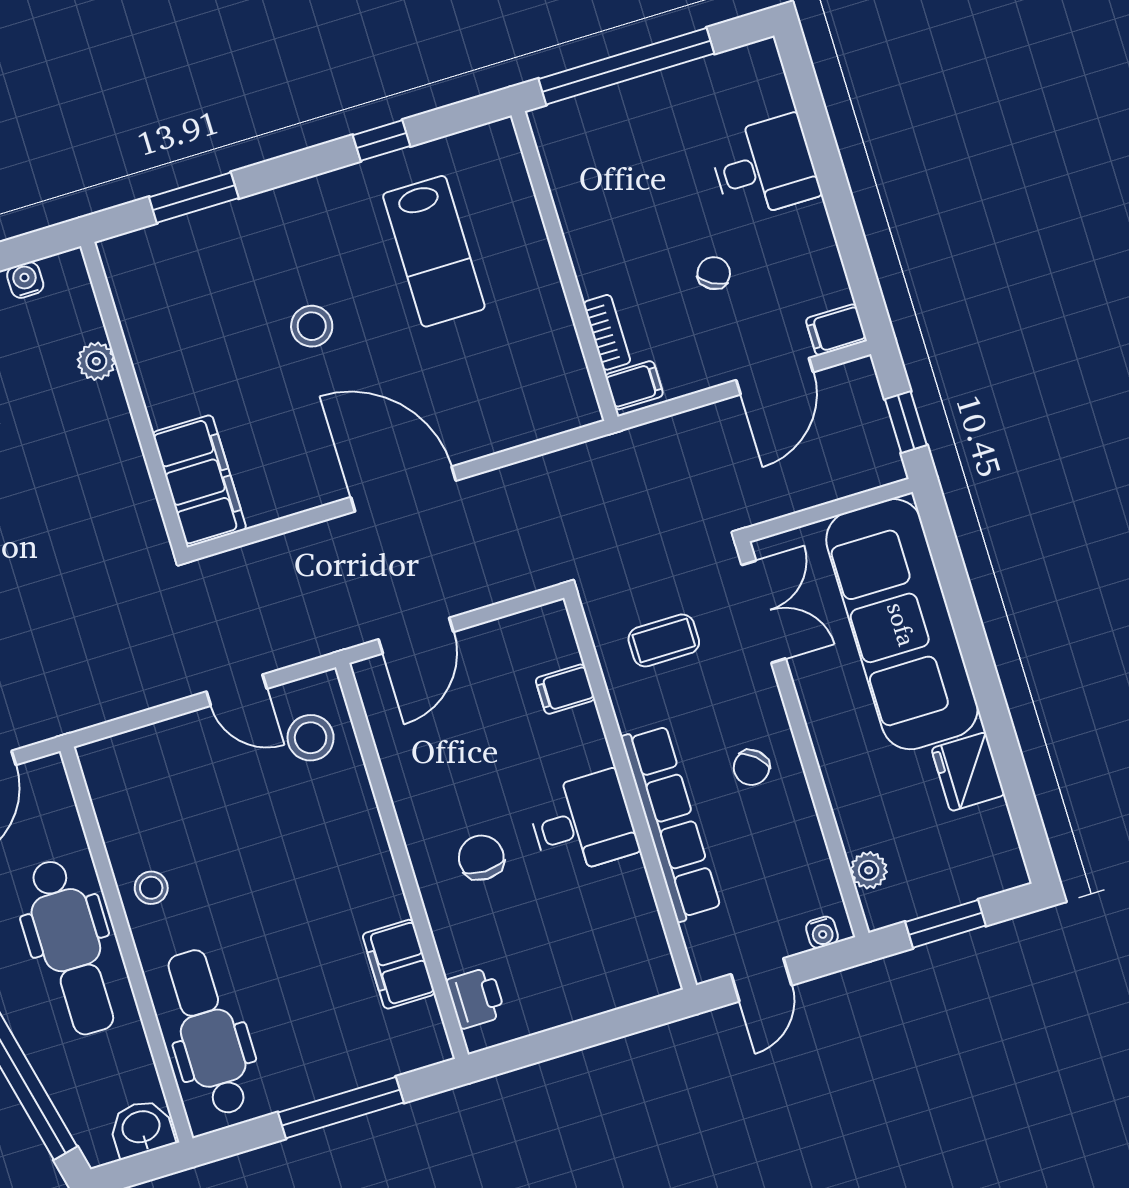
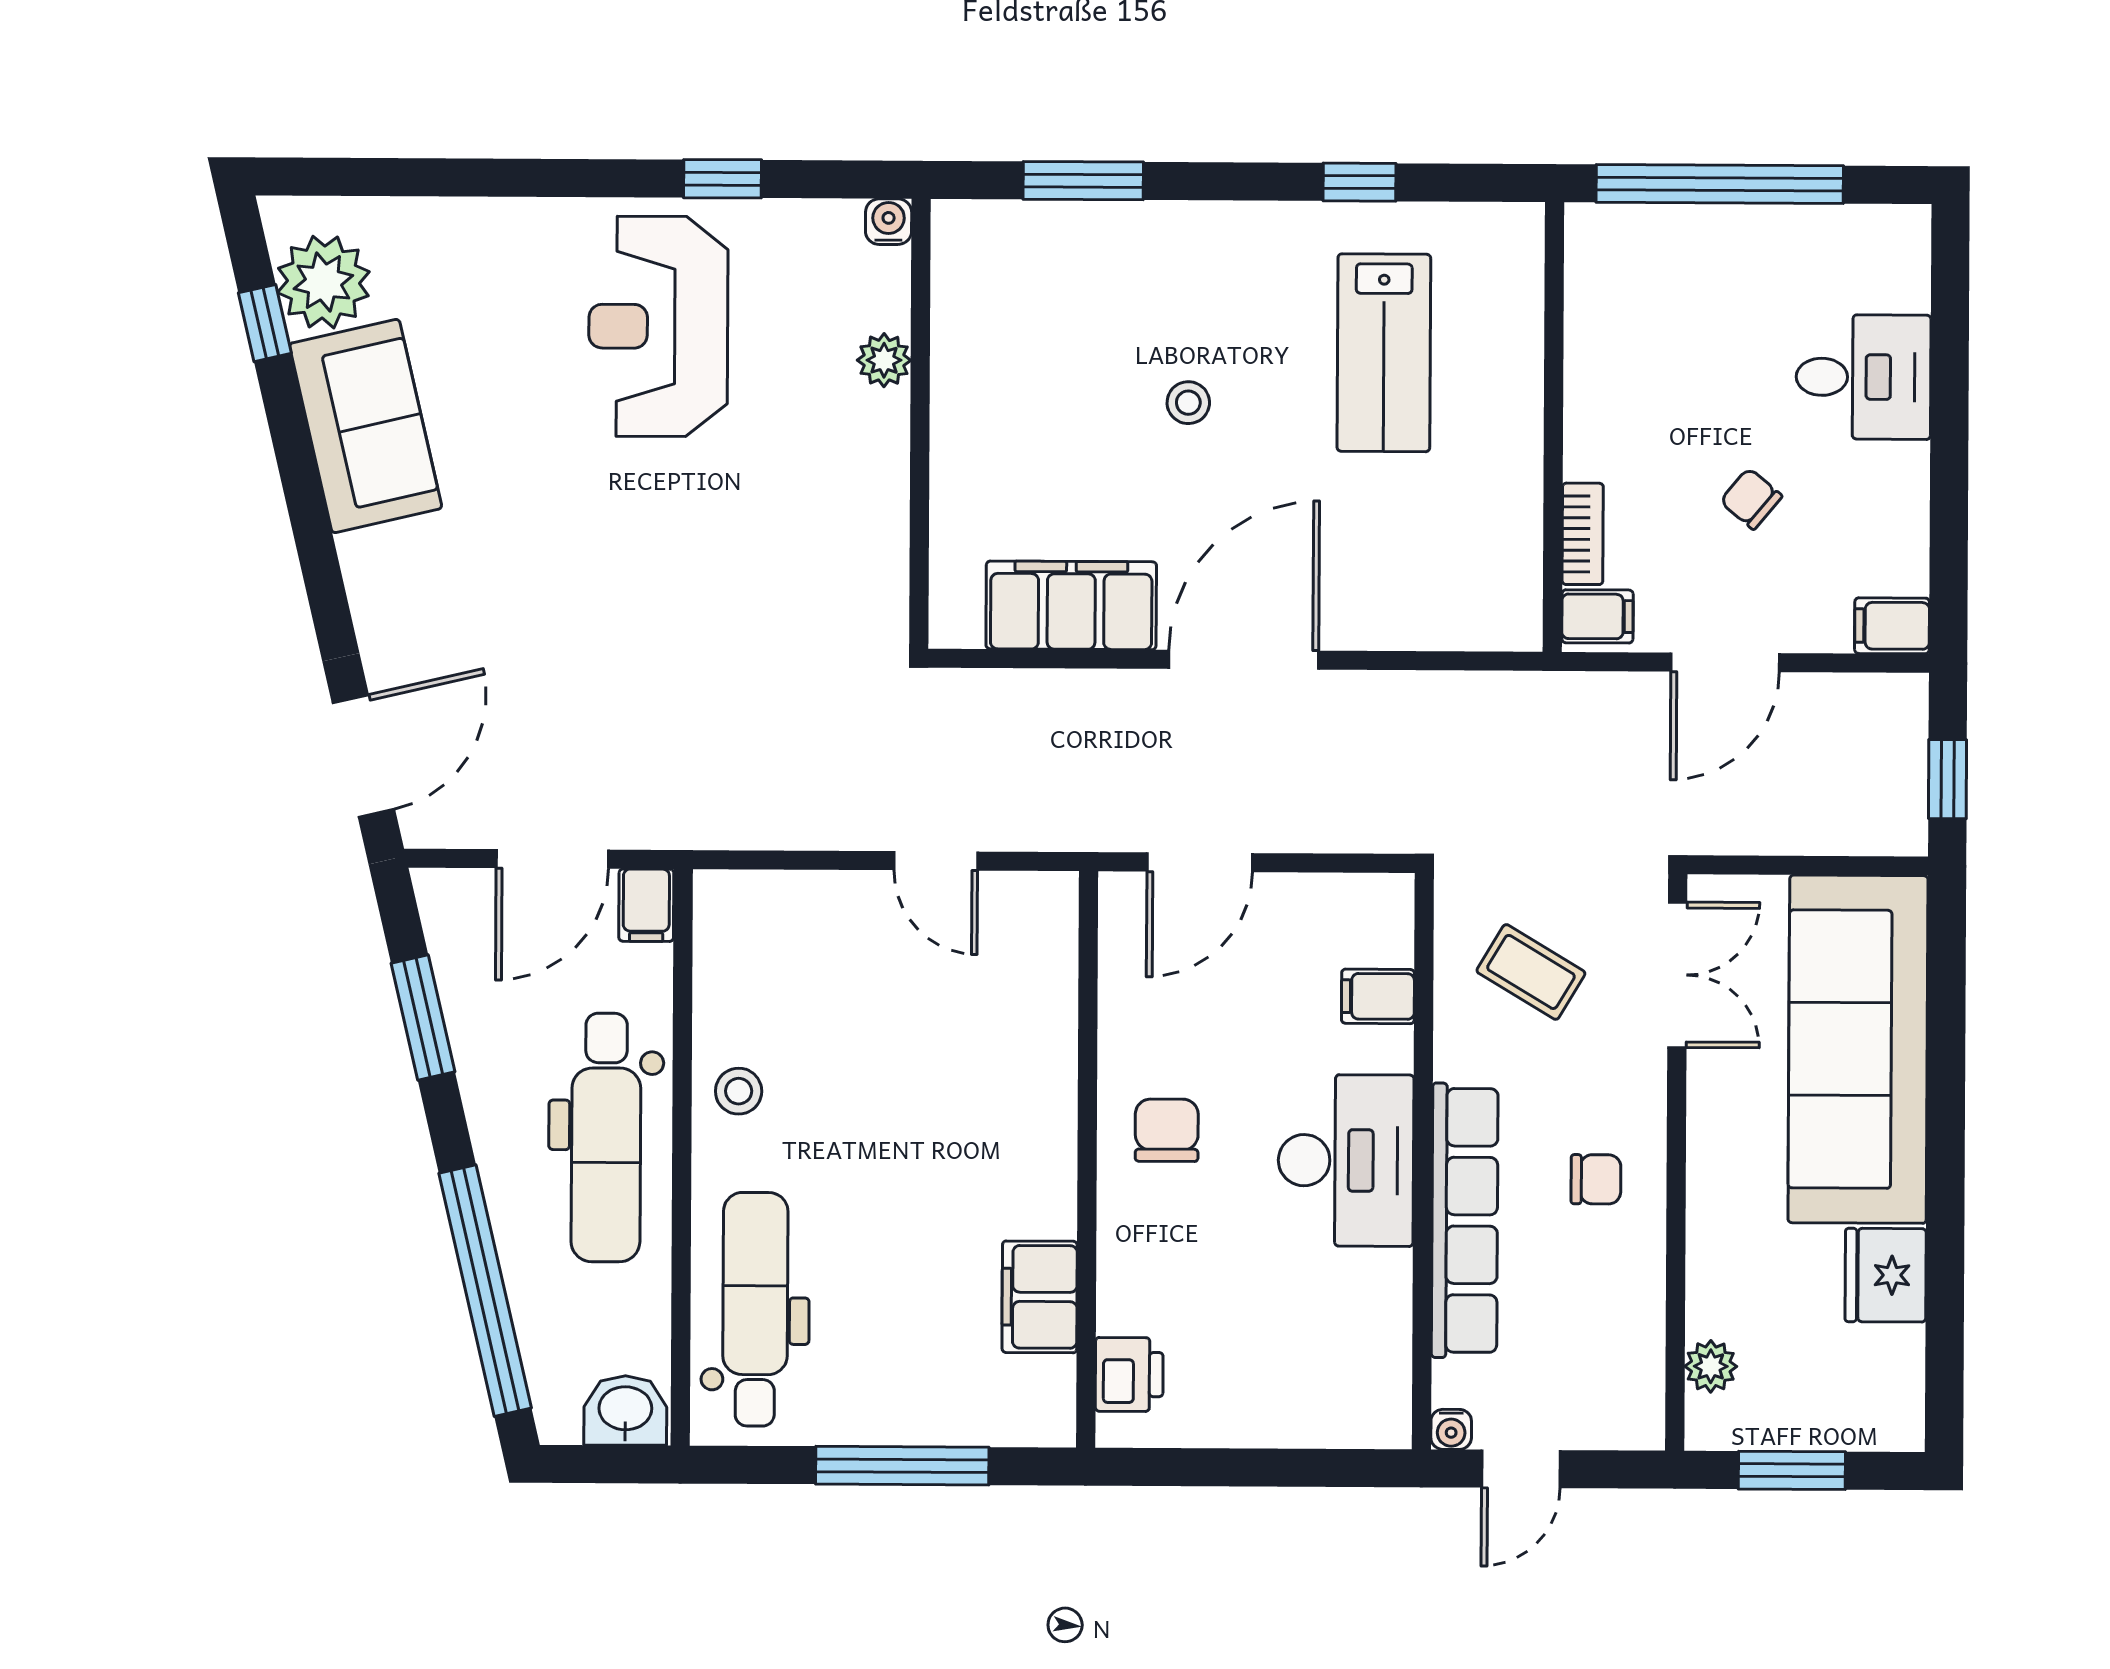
chair: (714, 273) -> (1751, 499), turned -79
water cooler: (25, 280) -> (889, 222), moved
stool: (312, 326) -> (1188, 403), width x0.73, depth x0.73
door: (775, 376) -> (1725, 662), moved
filing cabinet: (199, 481) -> (1071, 605), moved, turned -90
door: (403, 489) -> (1244, 660), hinge flipped
coffee table: (664, 640) -> (1531, 972), turned 31
stool: (311, 738) -> (1015, 956), removed
chair: (751, 768) -> (1596, 1179), turned -132
filing cabinet: (50, 781) -> (646, 905), added
desk: (583, 823) -> (1346, 1160), width x1.37
chair: (481, 858) -> (1167, 1130), moved
water cooler: (822, 932) -> (1451, 1429), moved

